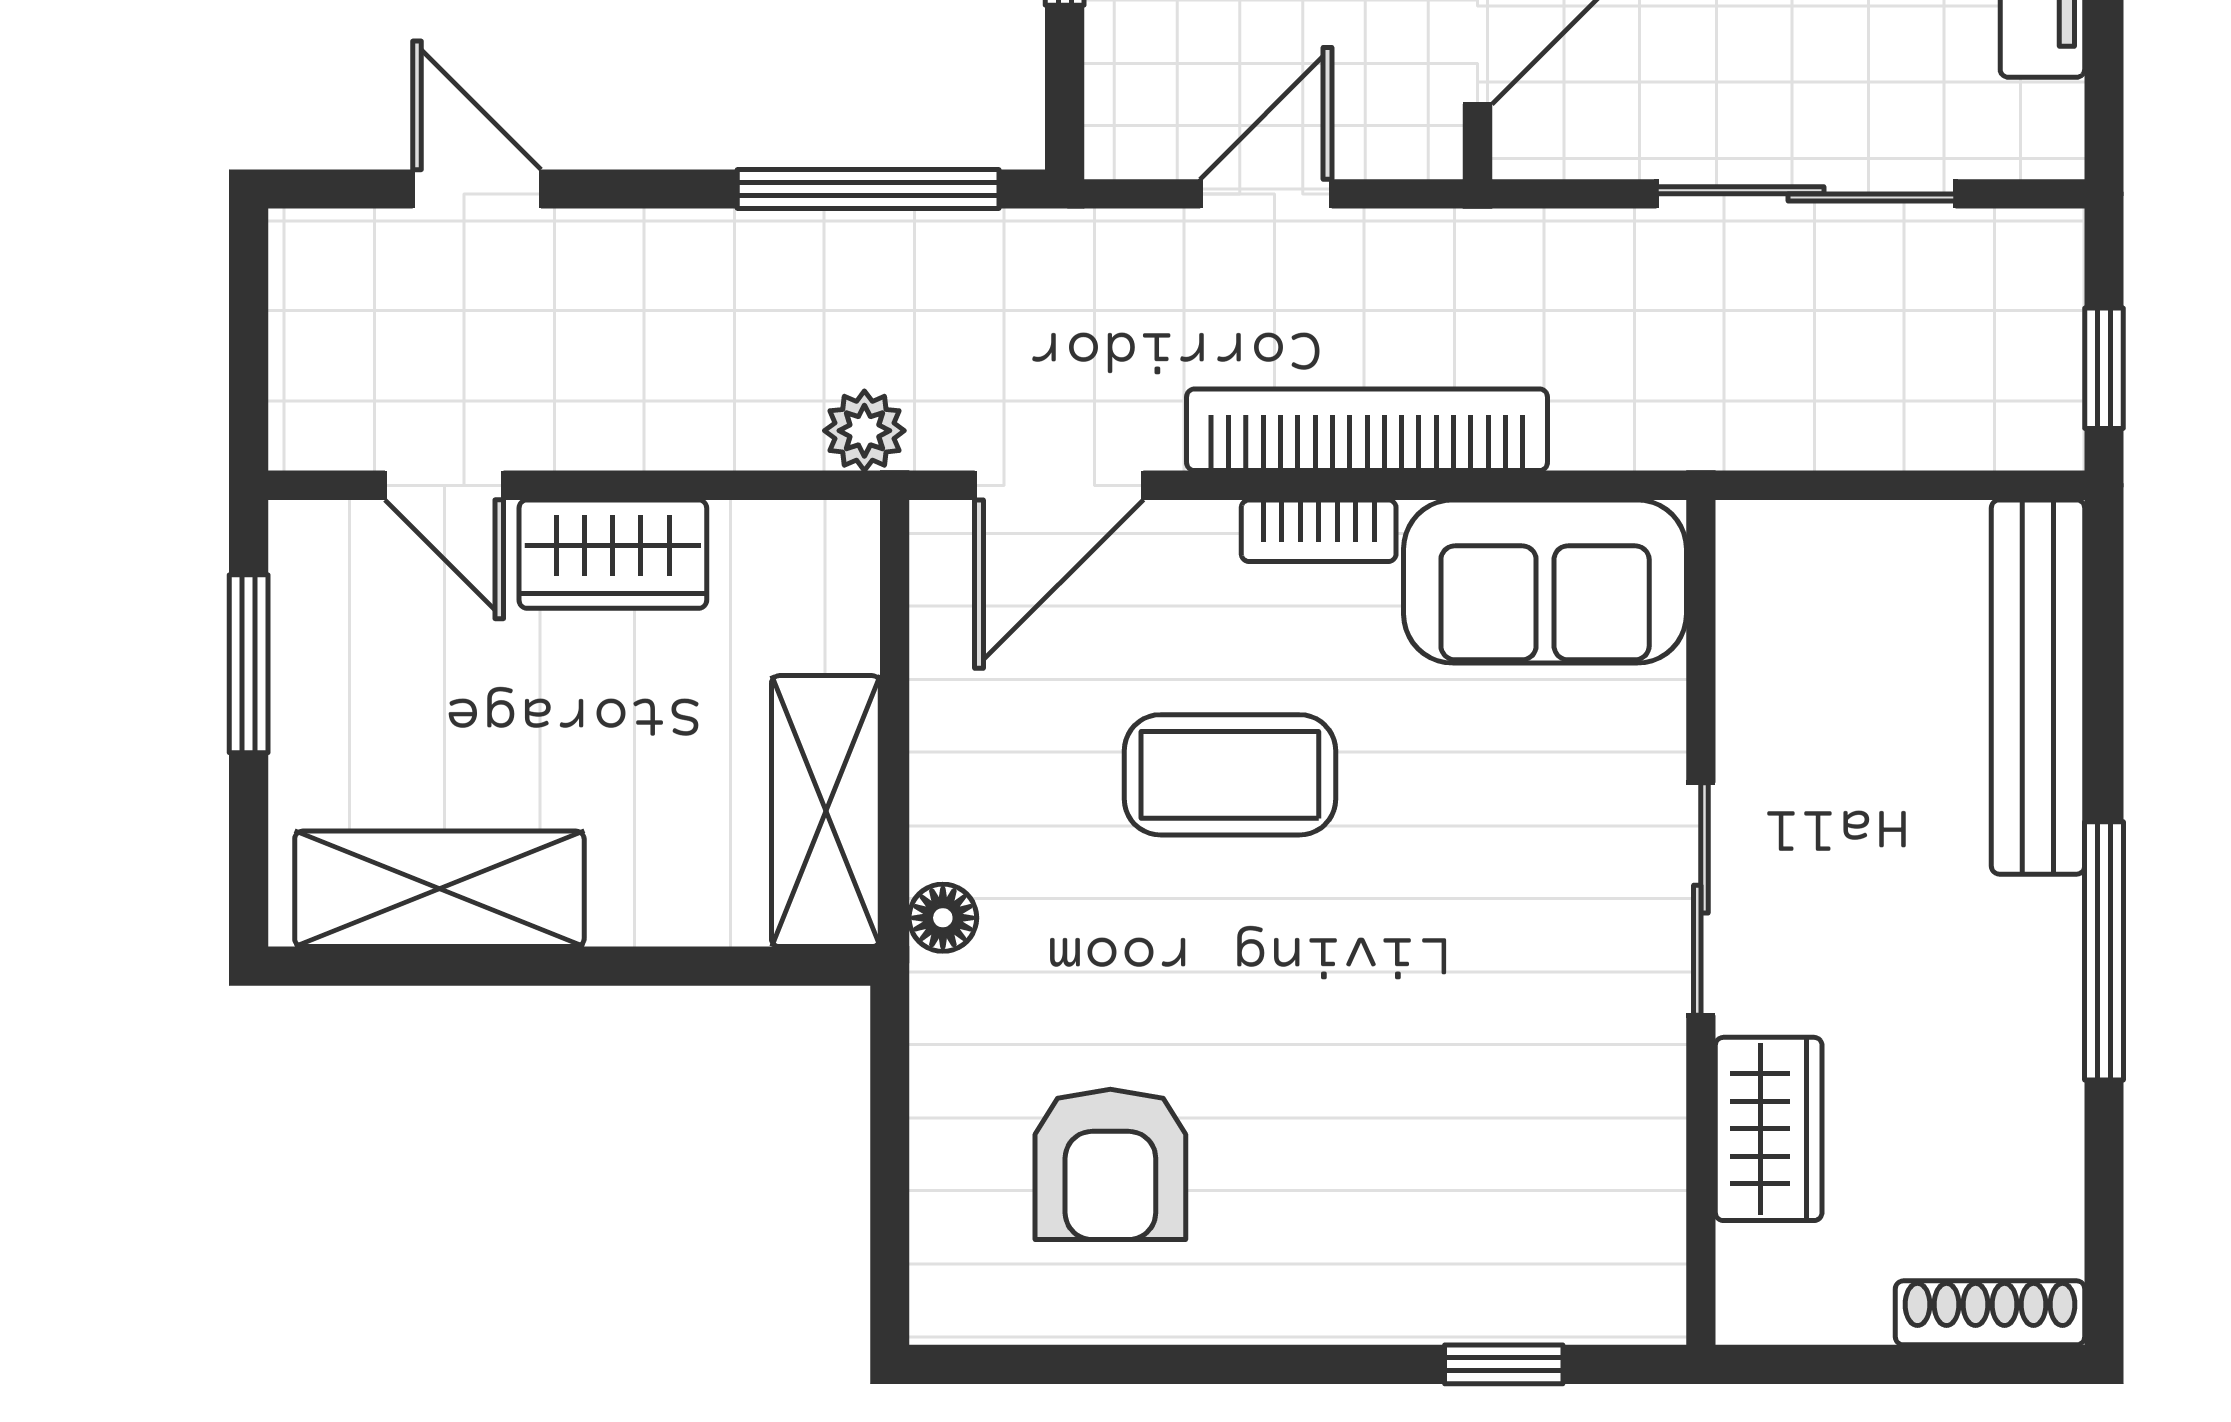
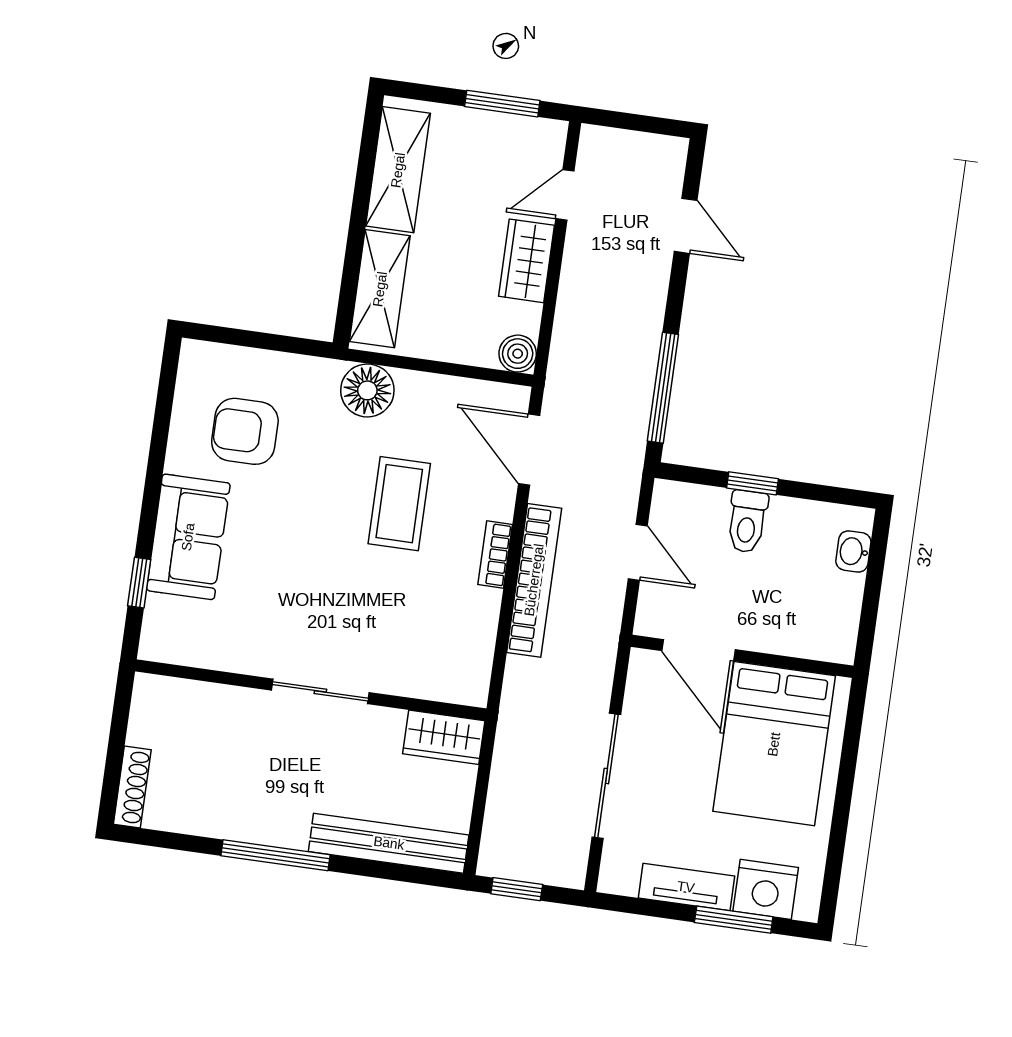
door: (477, 189) -> (686, 226), hinge flipped
plant: (864, 431) -> (563, 372), removed
boiler: (835, 544) -> (518, 354), added
sofa: (1545, 582) -> (188, 537), moved, turned 180
shelving: (826, 811) -> (380, 289), moved, turned 90
floor lamp: (943, 918) -> (367, 390), width x1.89, depth x1.89
wardrobe: (1769, 1129) -> (444, 737), moved

